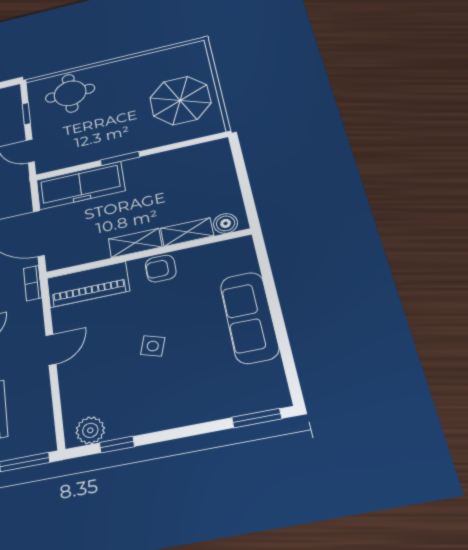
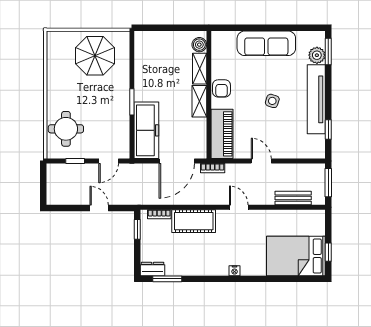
tv unit: (167, 415) -> (316, 99), added
plant: (90, 430) -> (317, 55), moved

